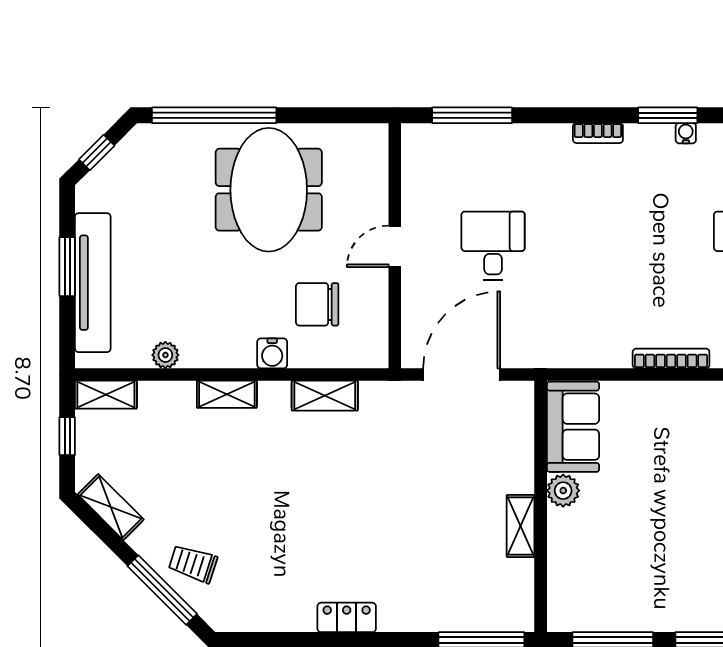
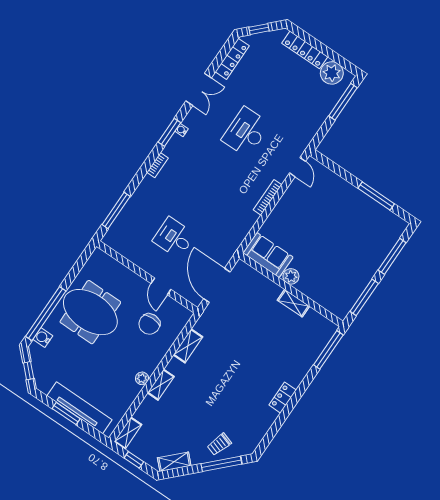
door: (395, 246) -> (161, 286), moved
water cooler: (272, 353) -> (43, 337), moved, turned 180
plant: (165, 355) -> (142, 378), moved

